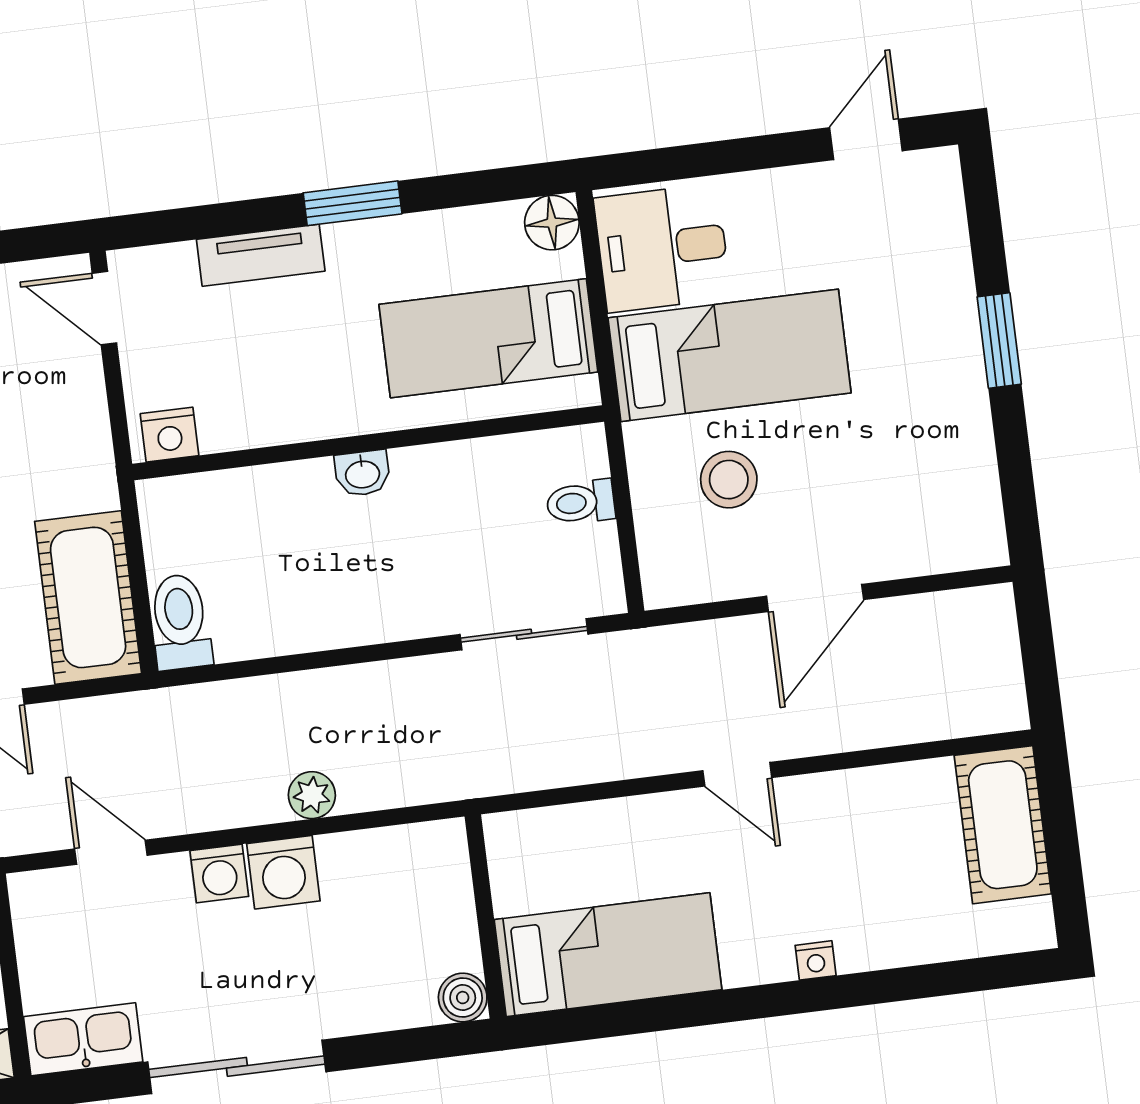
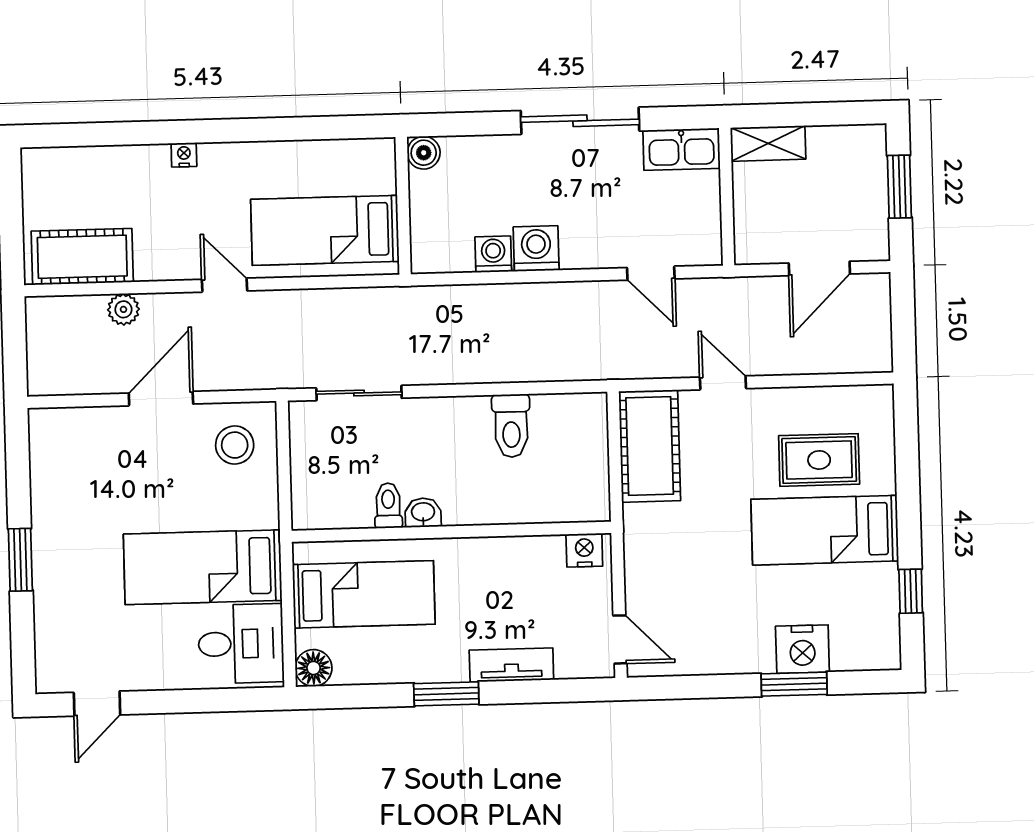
washbasin: (362, 473) -> (423, 513), moved
stool: (729, 480) -> (235, 445), moved
toilet: (581, 502) -> (388, 506), moved, turned -90
toilet: (180, 622) -> (511, 426), moved
plant: (312, 795) -> (123, 309), moved
cot: (1003, 825) -> (82, 257), moved, turned 90
washing machine: (219, 874) -> (493, 254), moved
bed: (608, 955) -> (325, 230), moved

